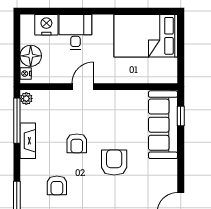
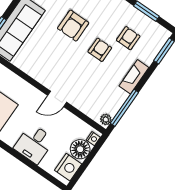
nightstand: (46, 25) -> (68, 167), moved, turned -90
fireplace: (28, 141) -> (134, 77), moved
armchair: (77, 143) -> (100, 50), moved

